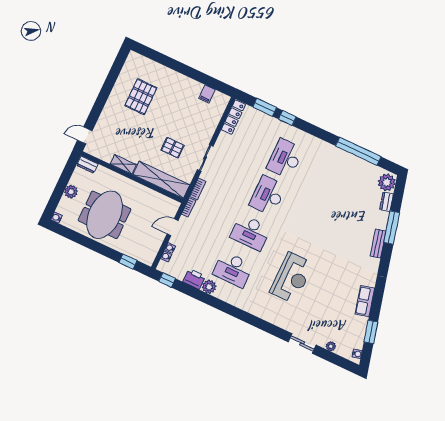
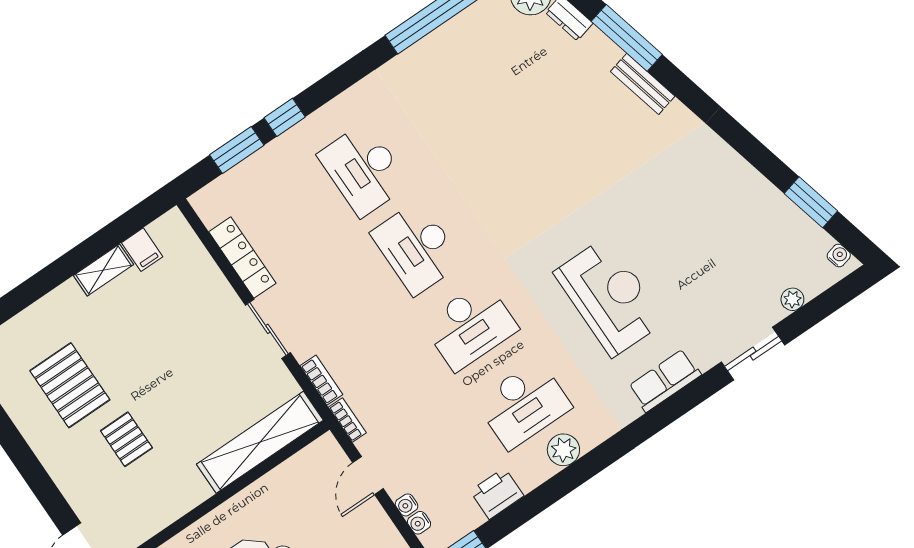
locker: (233, 117) -> (242, 257), moved
pallet: (173, 148) -> (126, 439), moved, turned 90
shelving: (123, 164) -> (103, 270), moved
plant: (209, 287) -> (563, 450), moved
row of seats: (365, 301) -> (665, 380), moved, turned 104

